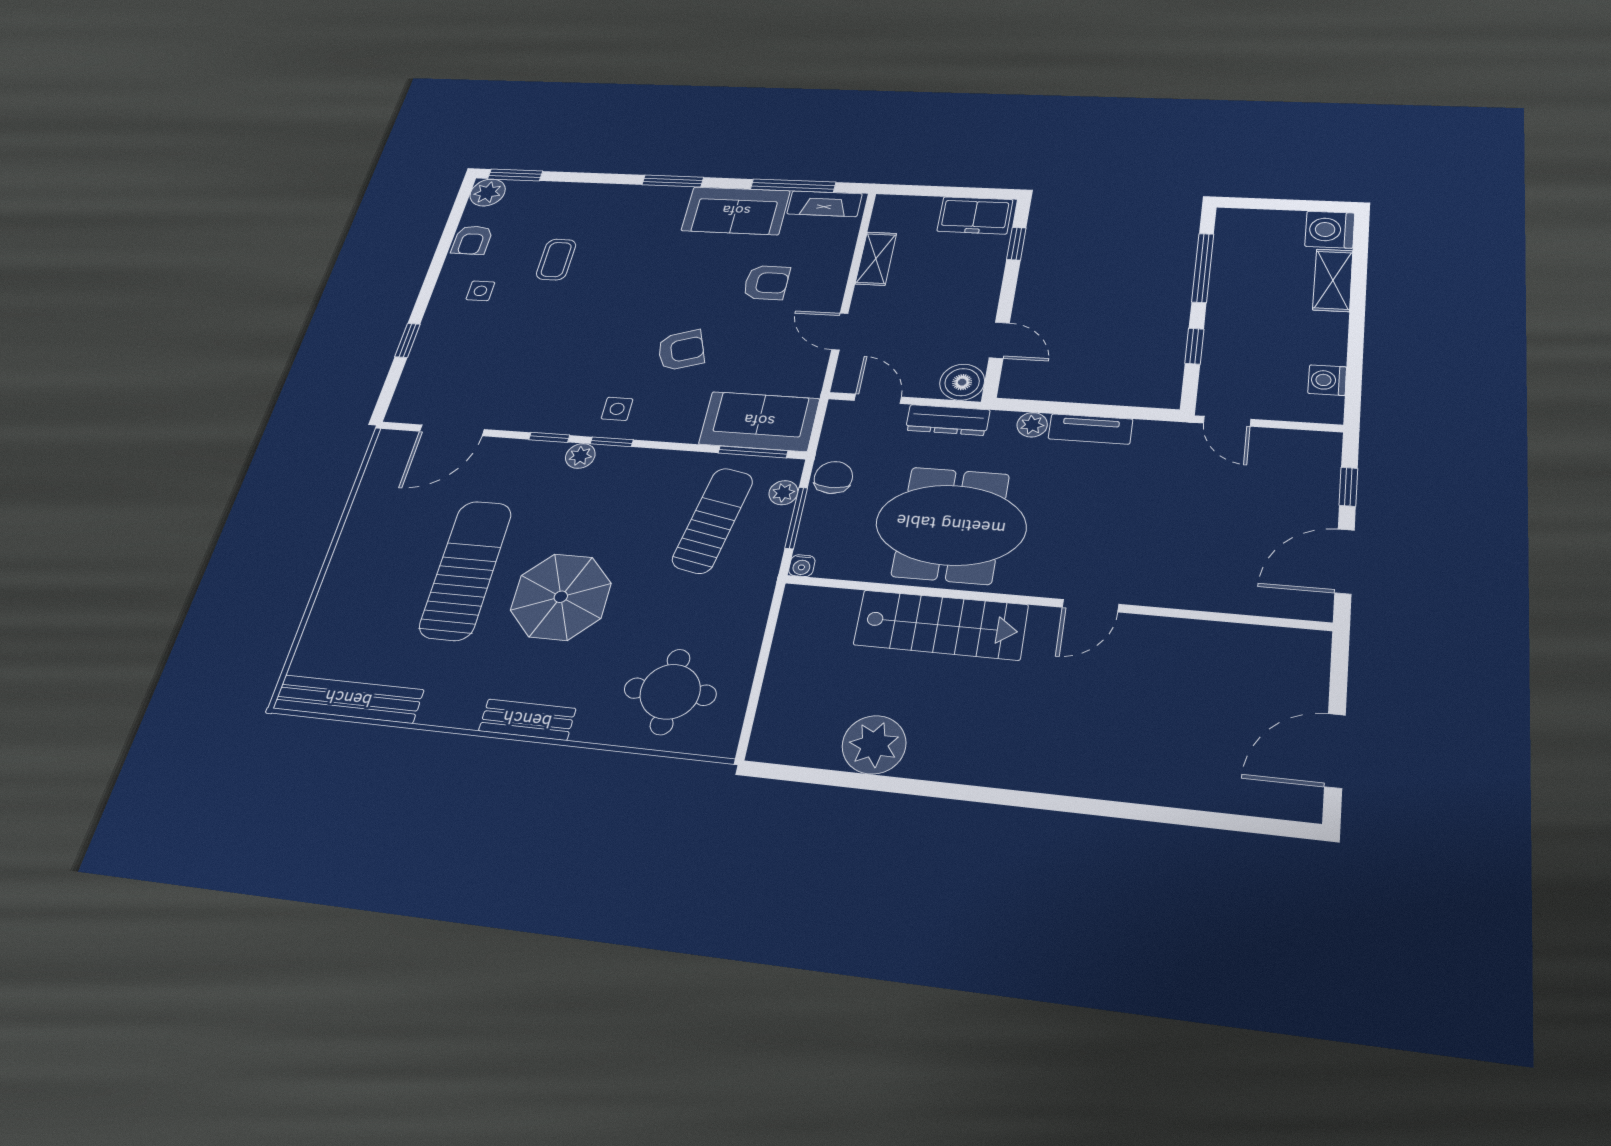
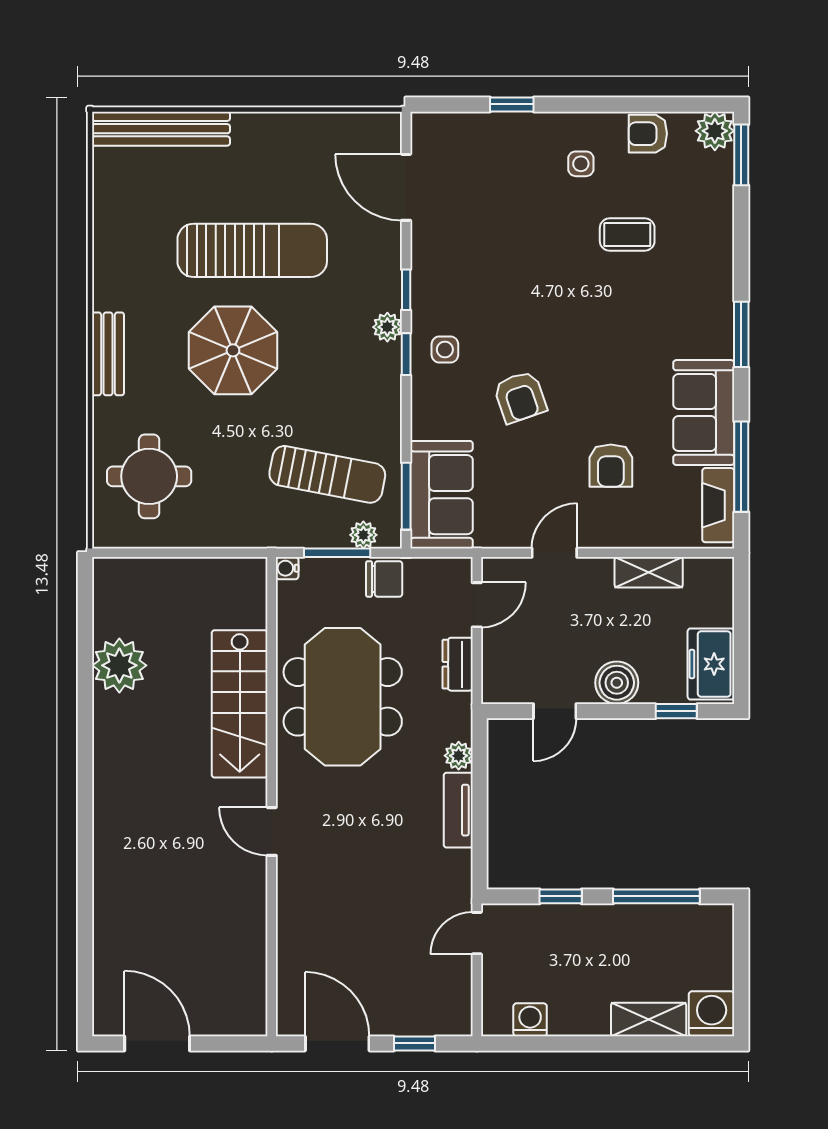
boiler: (962, 382) -> (617, 683), moved
dresser: (948, 420) -> (458, 664), width x0.70
bench: (348, 699) -> (161, 129), moved, turned 90

